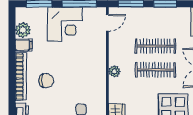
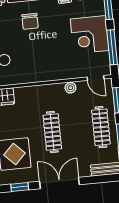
clothes rail: (155, 46) -> (101, 127), moved
plant: (114, 71) -> (70, 88), moved

